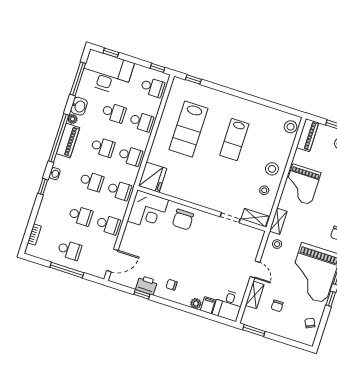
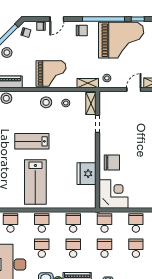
lab bench: (188, 129) -> (35, 182), turned 90
lab bench: (234, 140) -> (32, 141), turned 180
fridge: (153, 177) -> (87, 174), moved, turned -90

